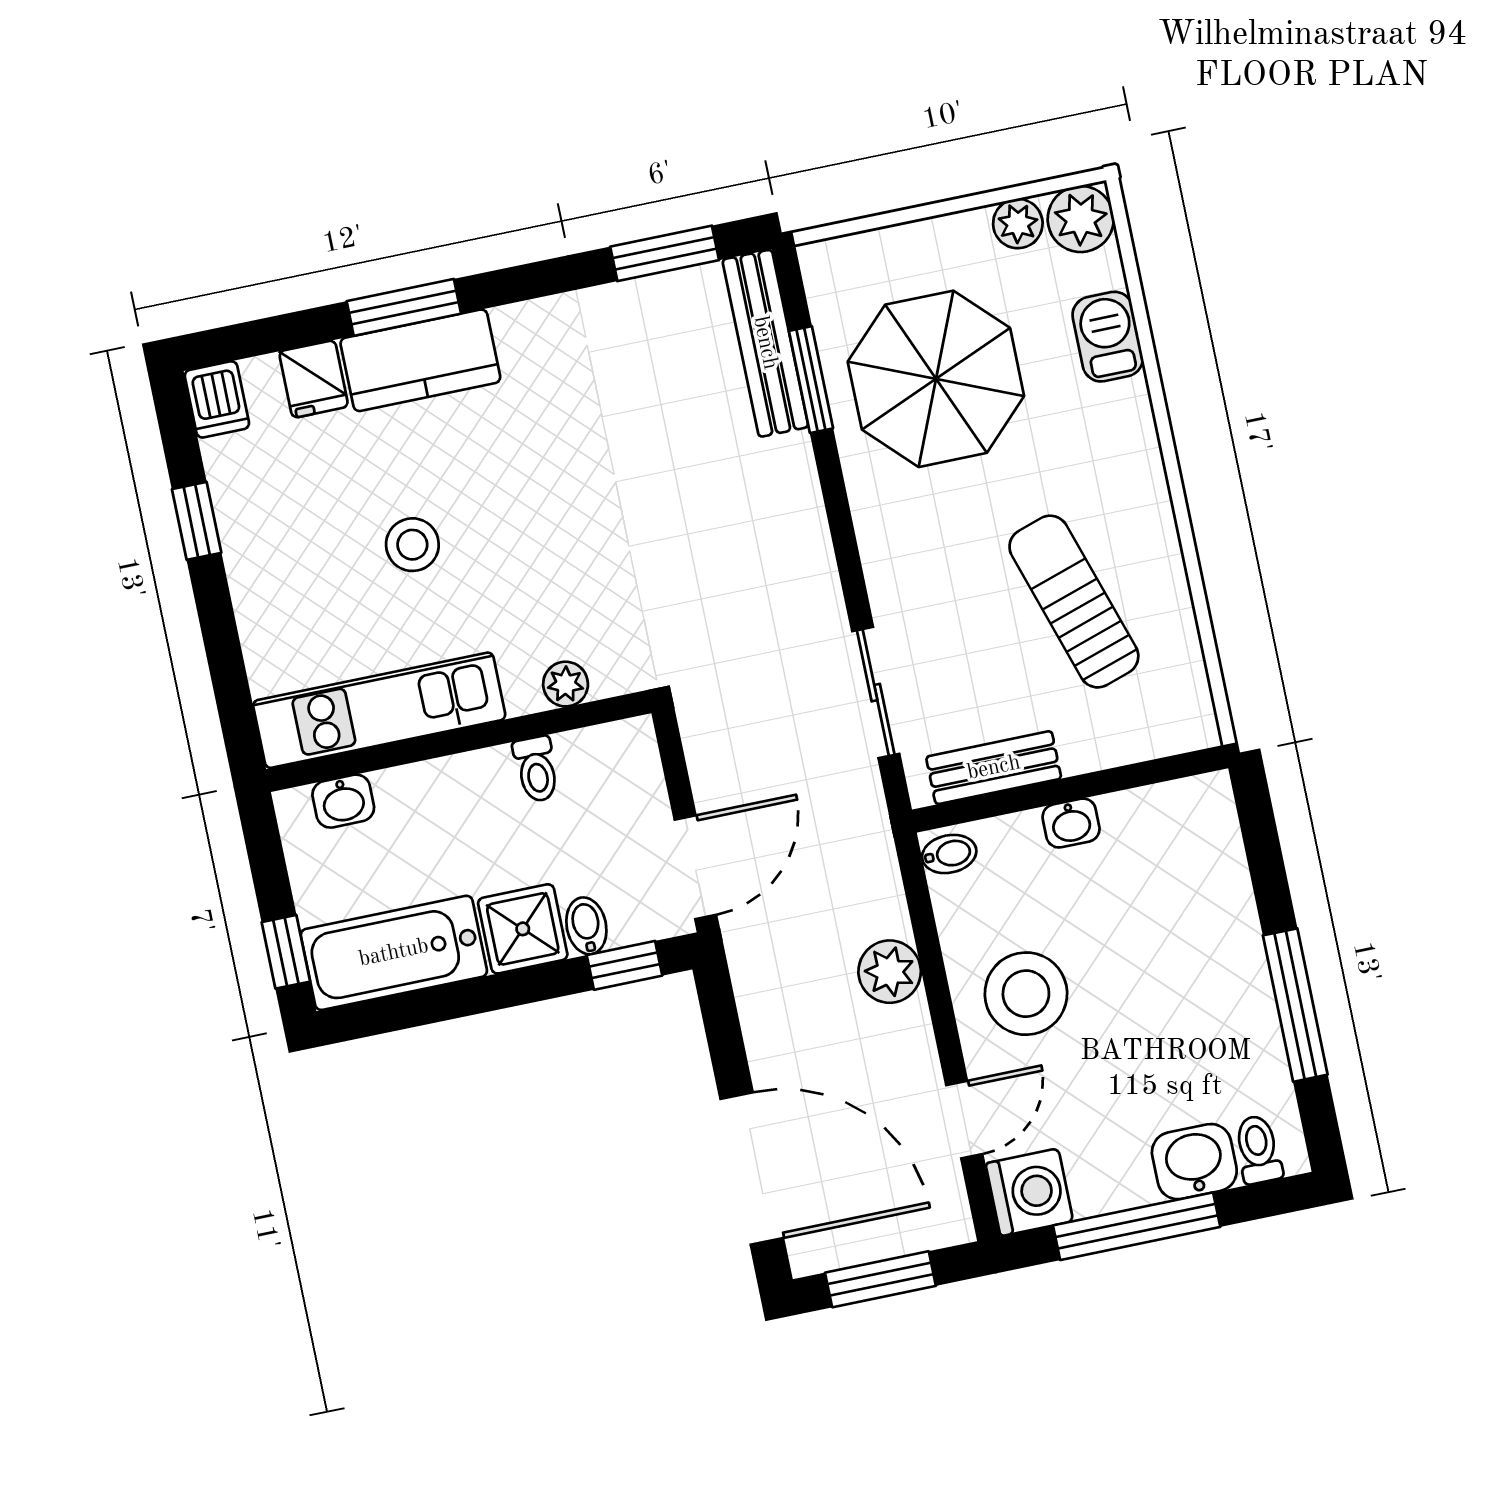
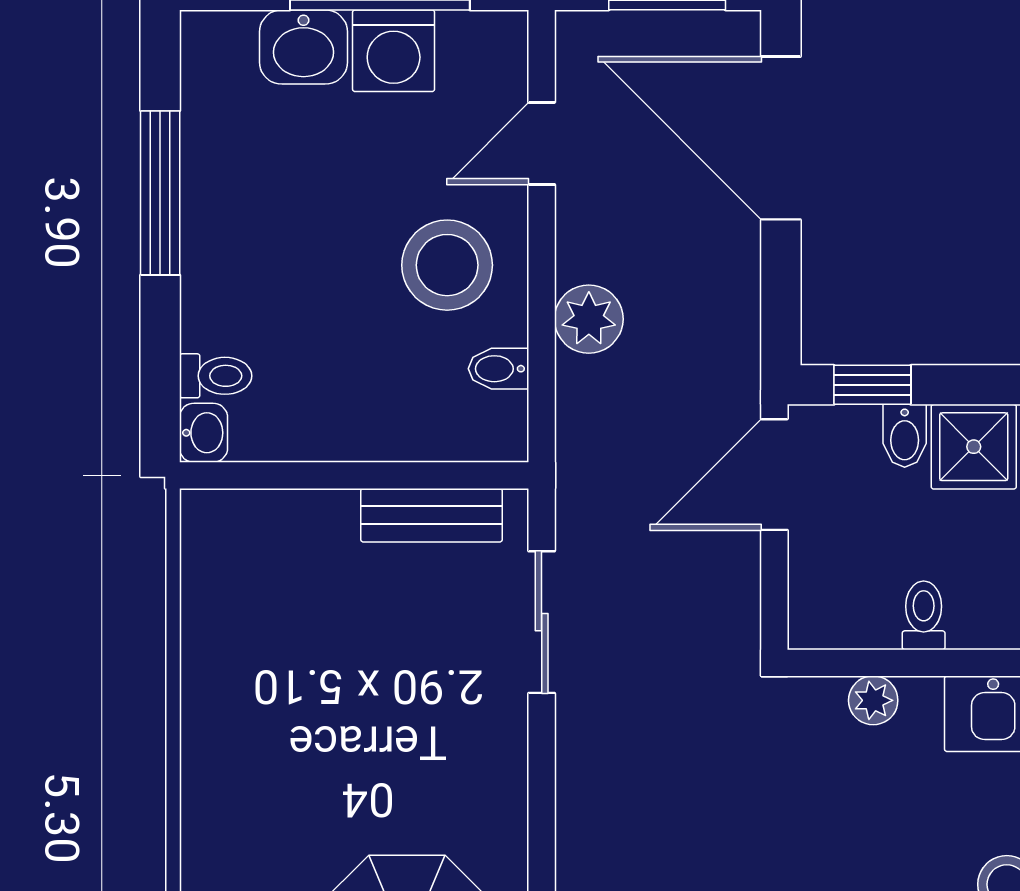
sun lounger: (1074, 602) -> (308, 676), removed
washbasin: (1071, 823) -> (203, 433), moved, turned 90
bidet: (949, 854) -> (499, 369), moved
toilet: (1258, 1149) -> (216, 376), moved, turned -90
washing machine: (1029, 1192) -> (394, 51), moved, turned -90

